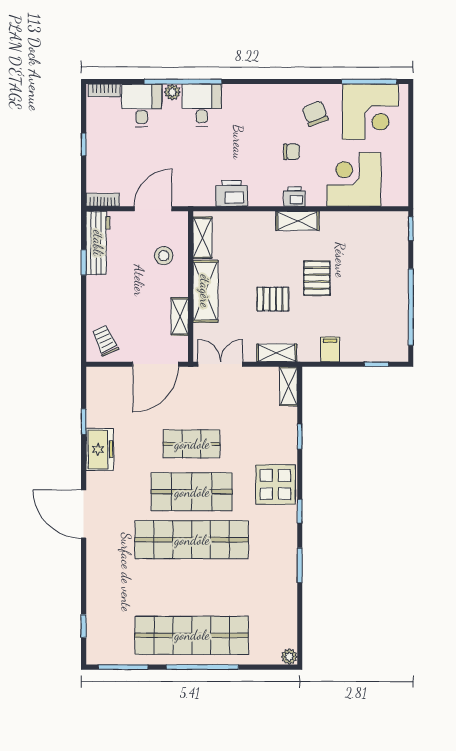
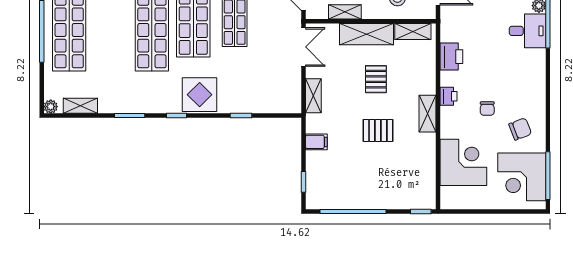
printer: (294, 197) -> (448, 96), moved
pallet: (273, 299) -> (376, 79), moved
shelving: (288, 386) -> (80, 106), moved

